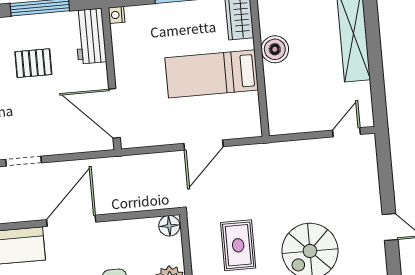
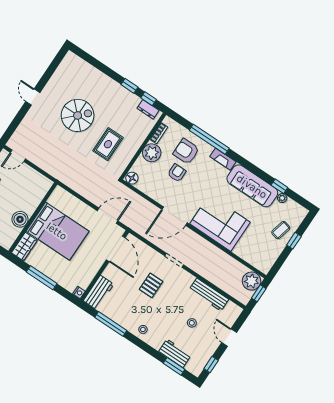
pallet: (33, 63) -> (151, 285), moved, turned 90
bed: (212, 74) -> (57, 231), width x1.50
door: (204, 145) -> (108, 216), moved

